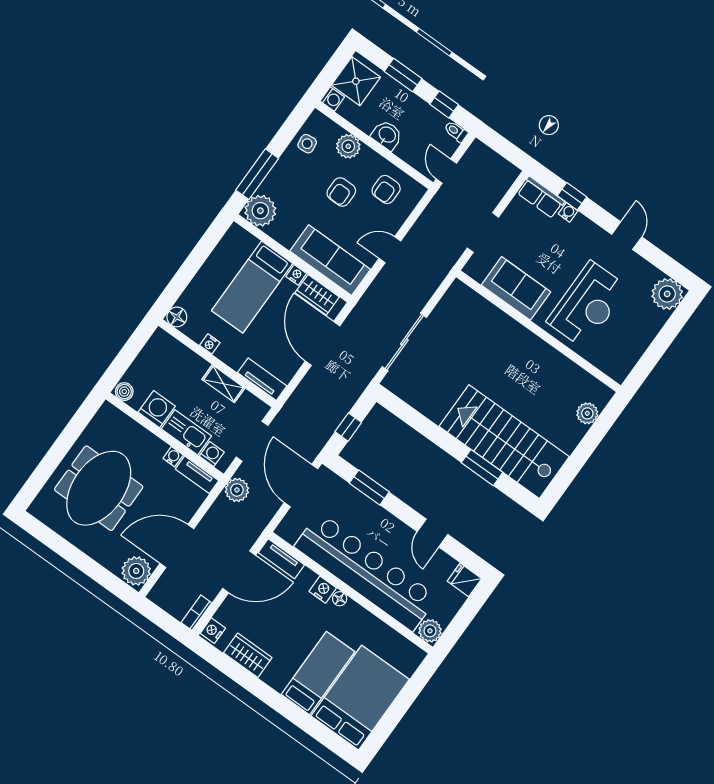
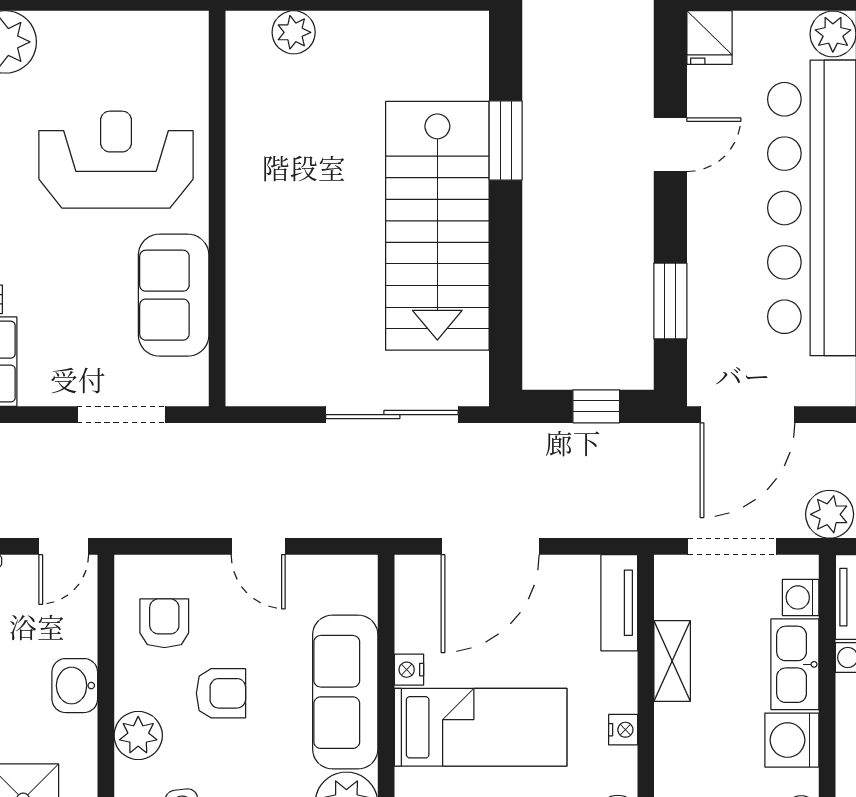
armchair: (386, 189) -> (164, 623), turned -90
sofa: (330, 260) -> (345, 692), moved
wardrobe: (317, 295) -> (417, 612), removed
stairs: (504, 442) -> (437, 226), moved

